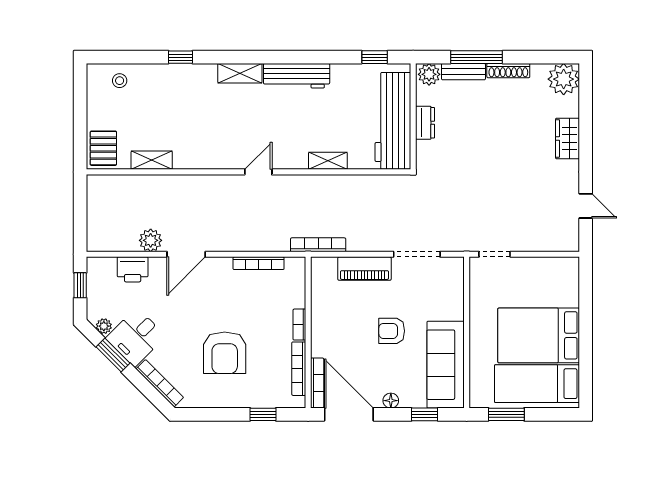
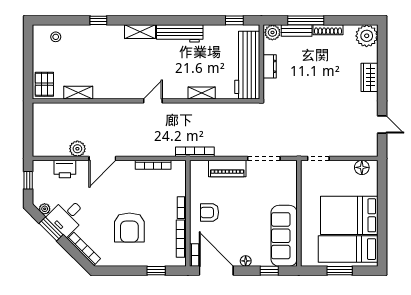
floor lamp: (557, 267) -> (362, 167), added
armchair: (392, 331) -> (209, 212), moved
bookcase: (317, 383) -> (194, 255), width x0.64
window: (506, 414) -> (340, 271), moved

